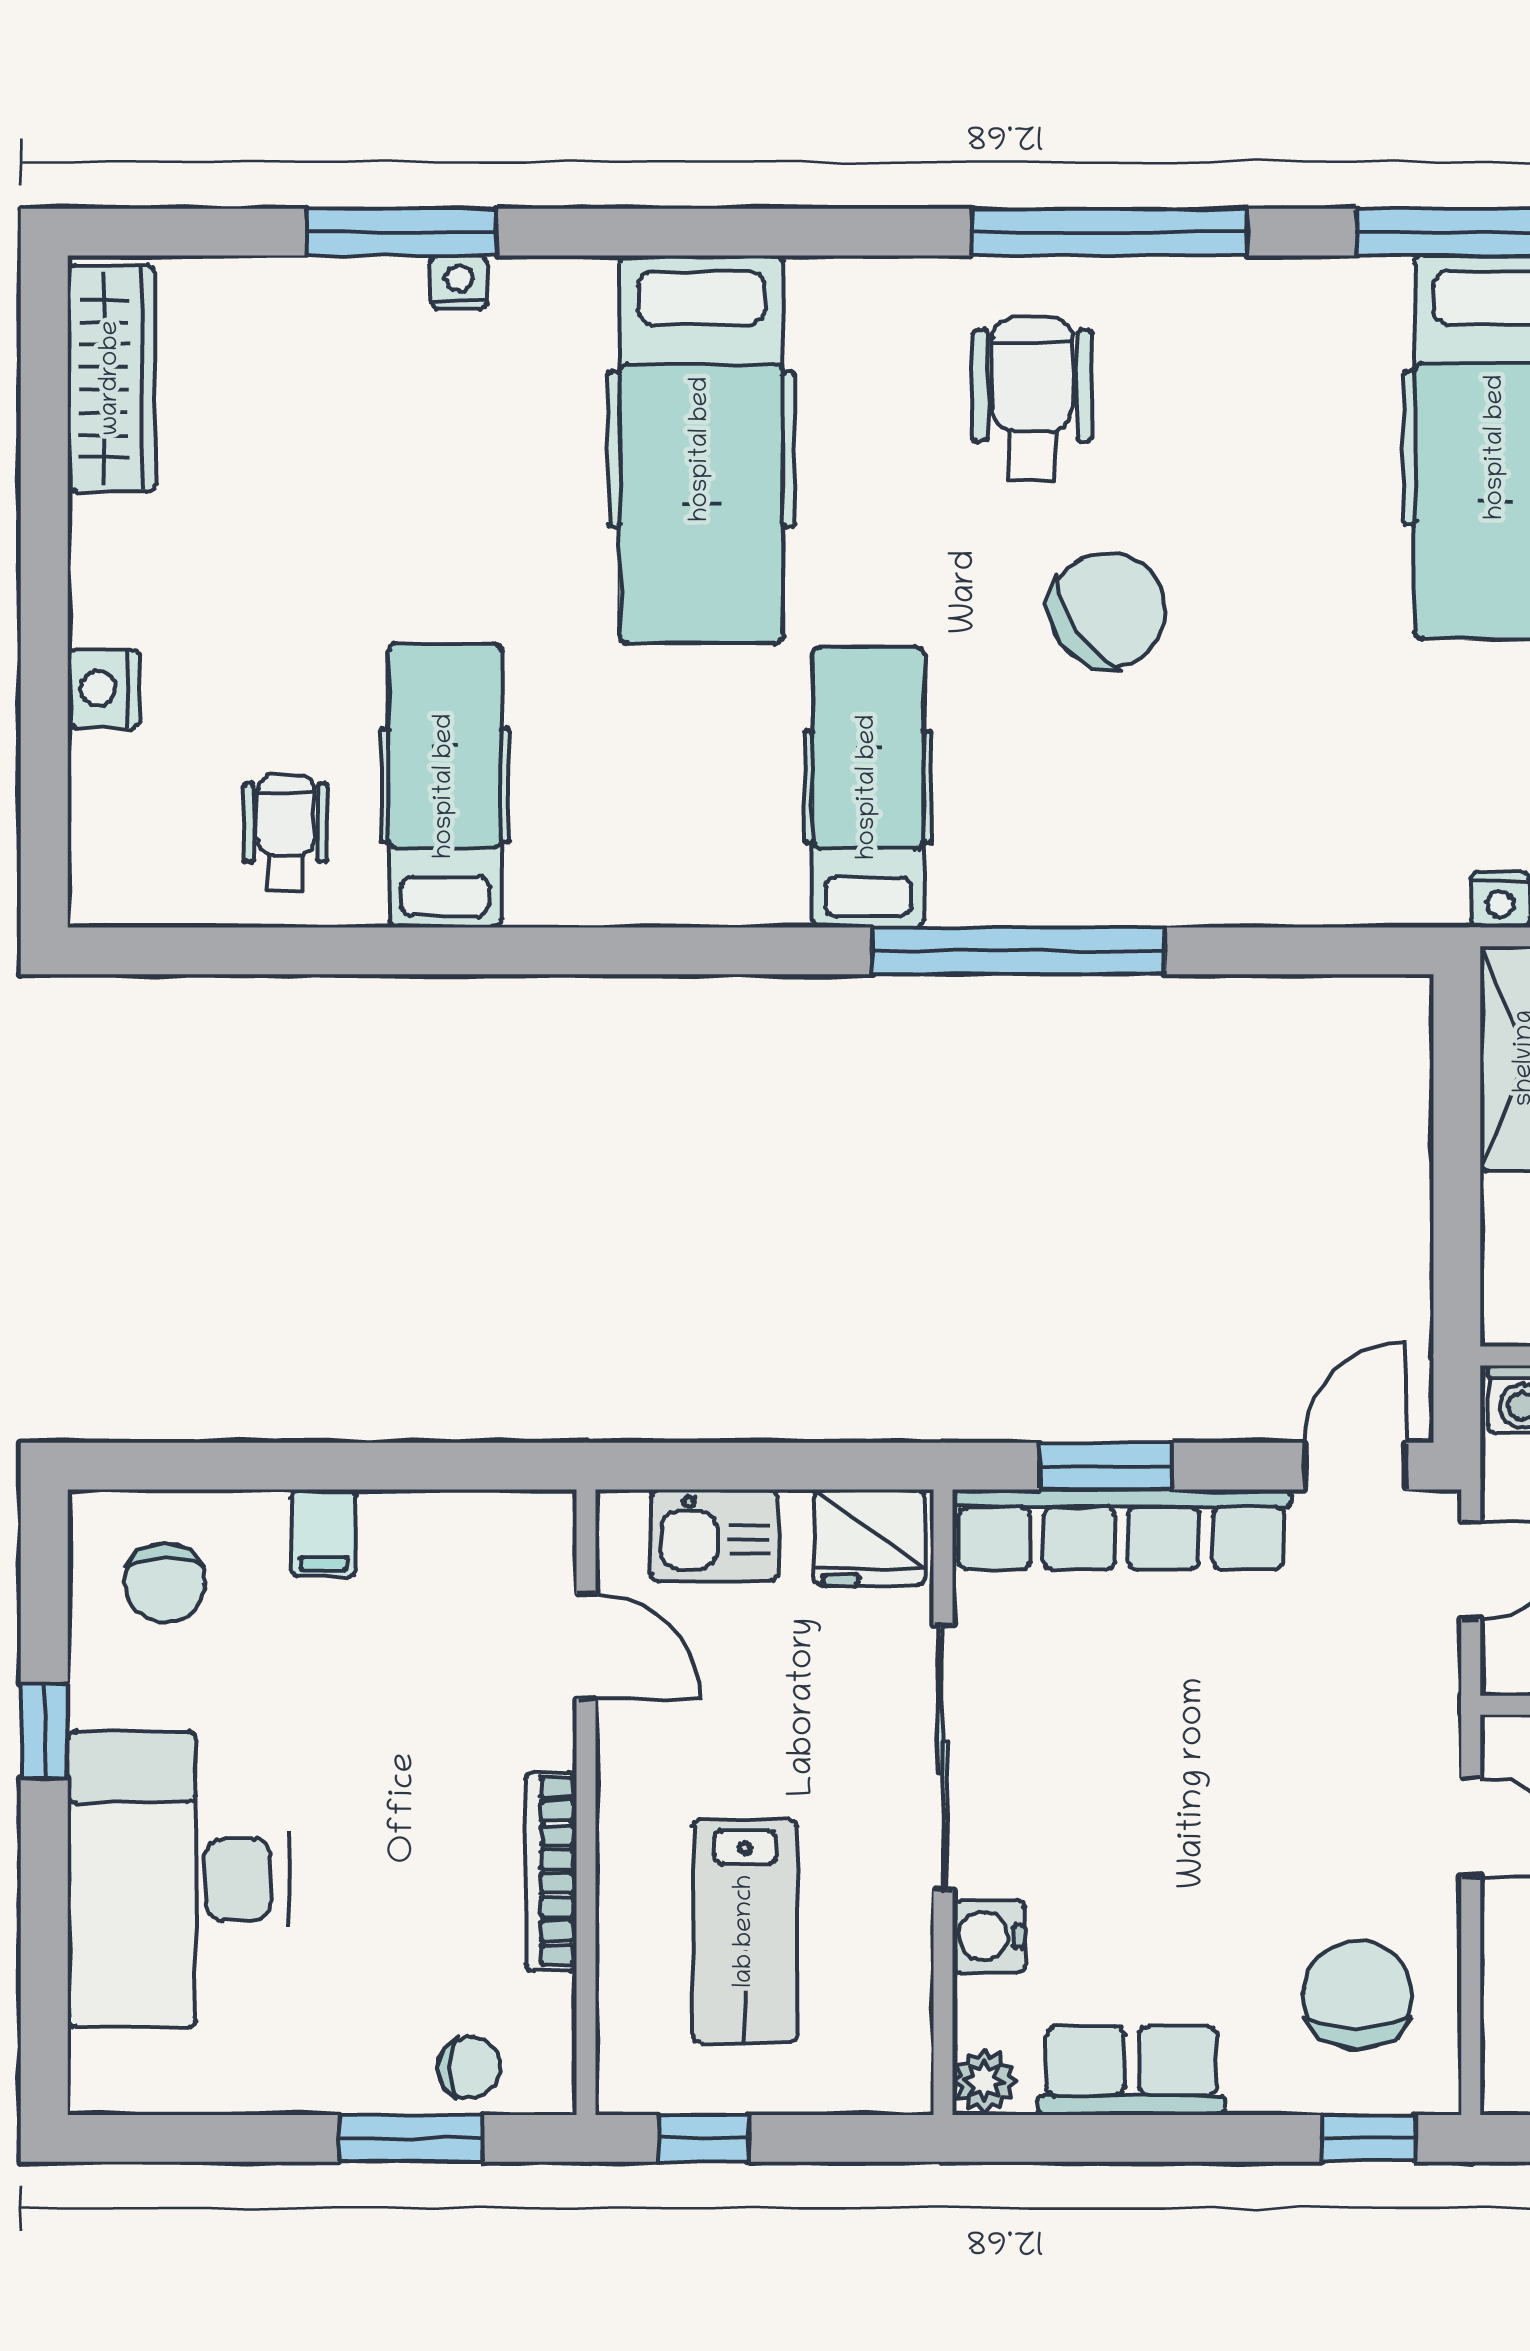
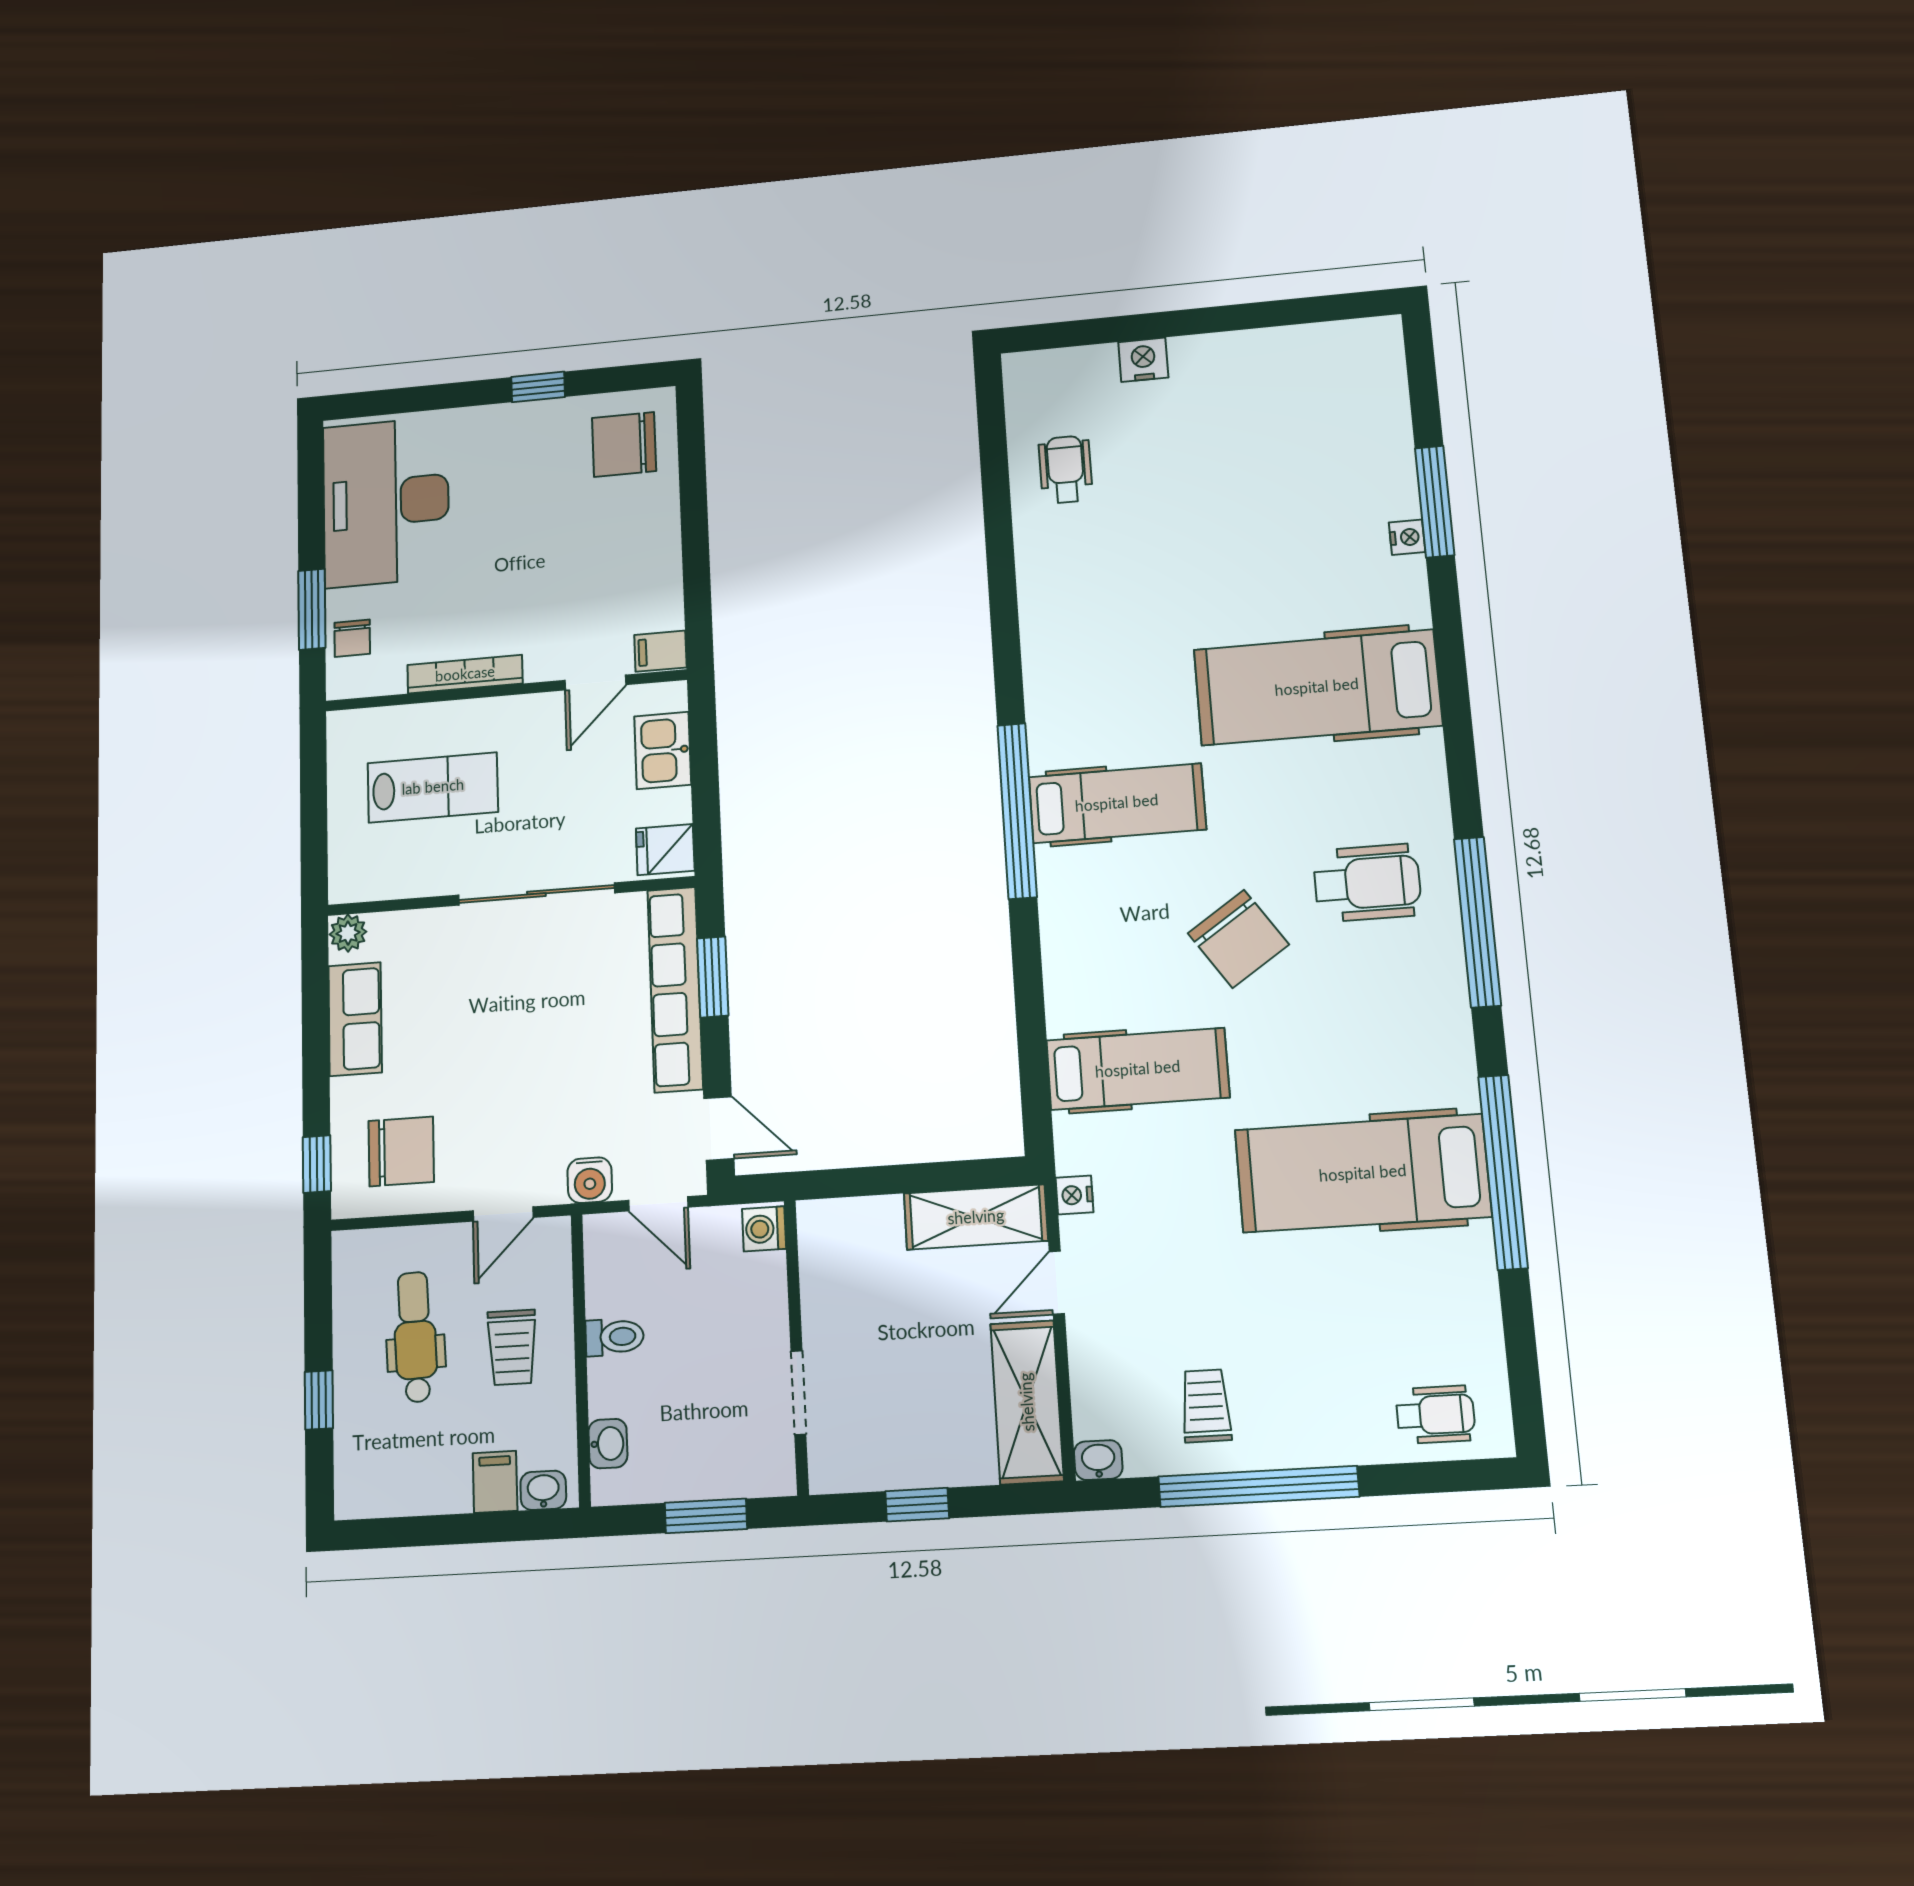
wardrobe: (111, 378) -> (1329, 346), removed
hospital bed: (445, 786) -> (1138, 1069), moved
wheelchair: (286, 832) -> (1066, 469), turned -90
window: (1019, 951) -> (1017, 811), moved
filing cabinet: (323, 1533) -> (660, 651), moved
fridge: (870, 1537) -> (665, 850), width x0.72
chair: (165, 1583) -> (624, 444), width x1.37, depth x1.37
desk: (178, 1879) -> (386, 502), moved, turned -90
lab bench: (745, 1931) -> (433, 787), turned 180
water cooler: (989, 1936) -> (590, 1180), moved, turned 180
window: (704, 2138) -> (313, 774), removed

